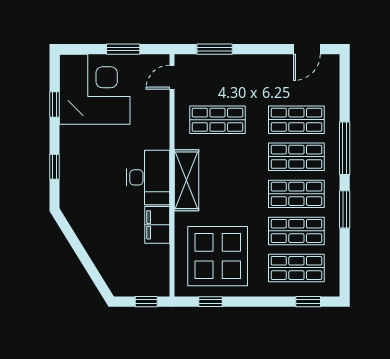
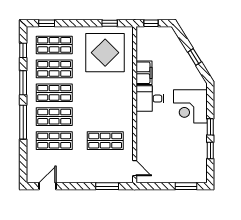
window: (123, 49) -> (186, 186), moved
door: (172, 77) -> (135, 168), hinge flipped
corner desk: (95, 89) -> (190, 106), moved, width x0.74, depth x0.74
window: (55, 167) -> (210, 127), moved
desk: (148, 177) -> (150, 99), width x0.73
shelving: (186, 180) -> (125, 102), removed
window: (79, 249) -> (195, 57), added
window: (345, 259) -> (23, 50), added

